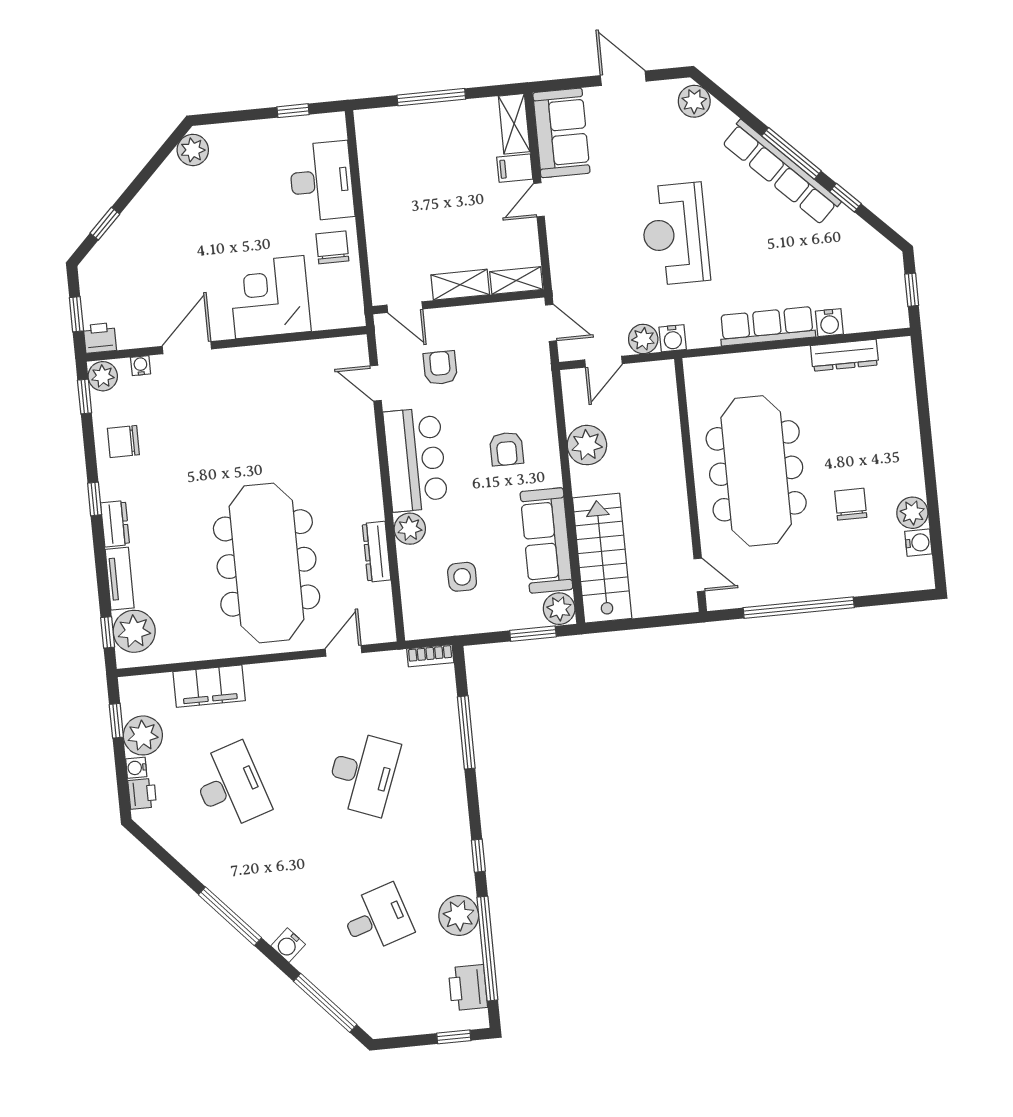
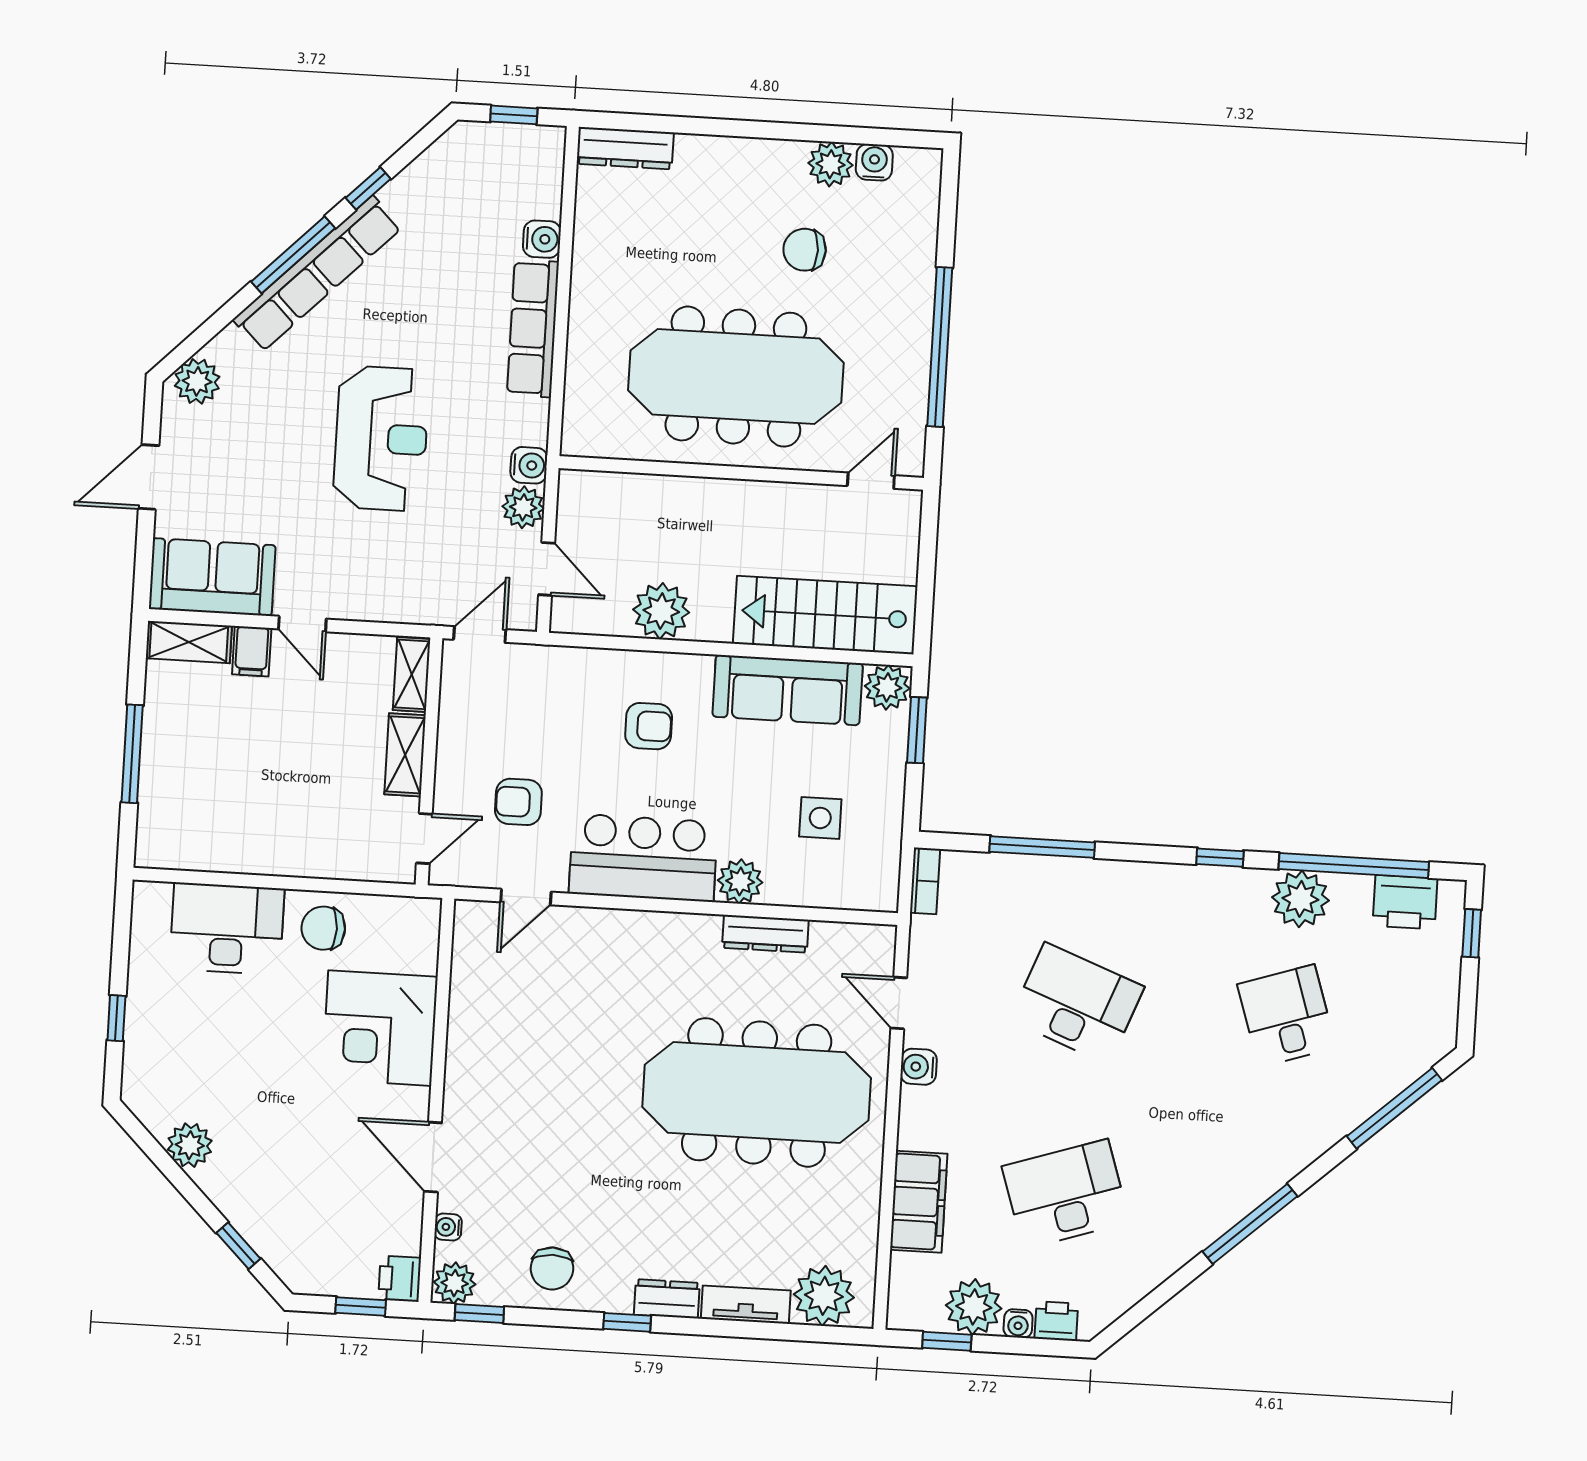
window: (293, 111) -> (116, 1018), moved
plant: (193, 150) -> (190, 1145), moved
reception desk: (675, 234) -> (381, 438), turned -90
dresser: (845, 355) -> (625, 148), moved, turned 90
window: (108, 632) -> (819, 1334), removed
water cooler: (288, 945) -> (919, 1067), moved, turned 132

